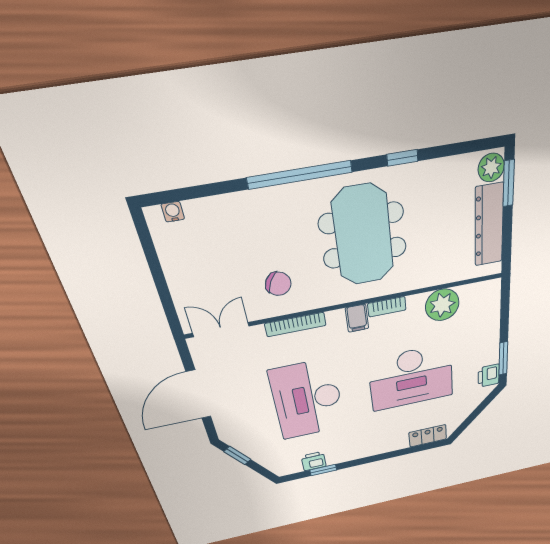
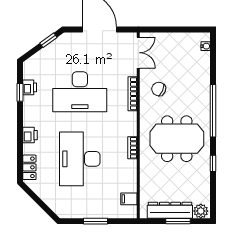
window: (509, 183) -> (178, 221), moved
chair: (278, 284) -> (159, 89), turned 86
plant: (442, 305) -> (127, 181), removed
filing cabinet: (357, 318) -> (129, 199), moved
window: (503, 358) -> (96, 221), moved
printer: (489, 376) -> (30, 135), moved, turned 90
desk: (308, 400) -> (80, 92), turned 180

